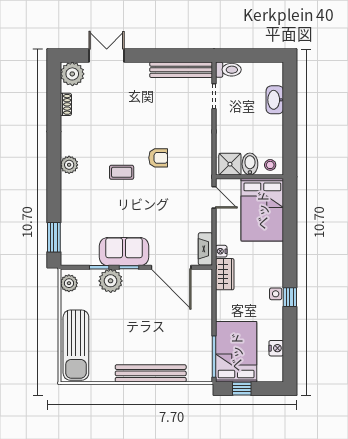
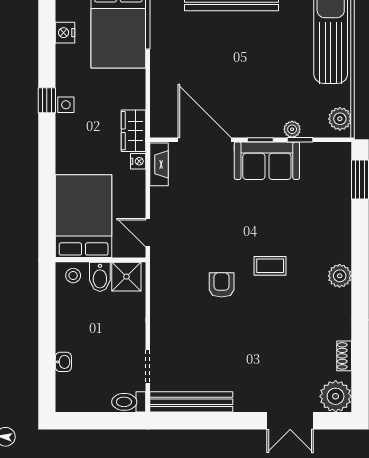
washbasin: (275, 100) -> (63, 362), width x0.52, depth x0.69
armchair: (158, 158) -> (222, 285), turned 90
plant: (111, 281) -> (292, 129), width x0.53, depth x0.53

